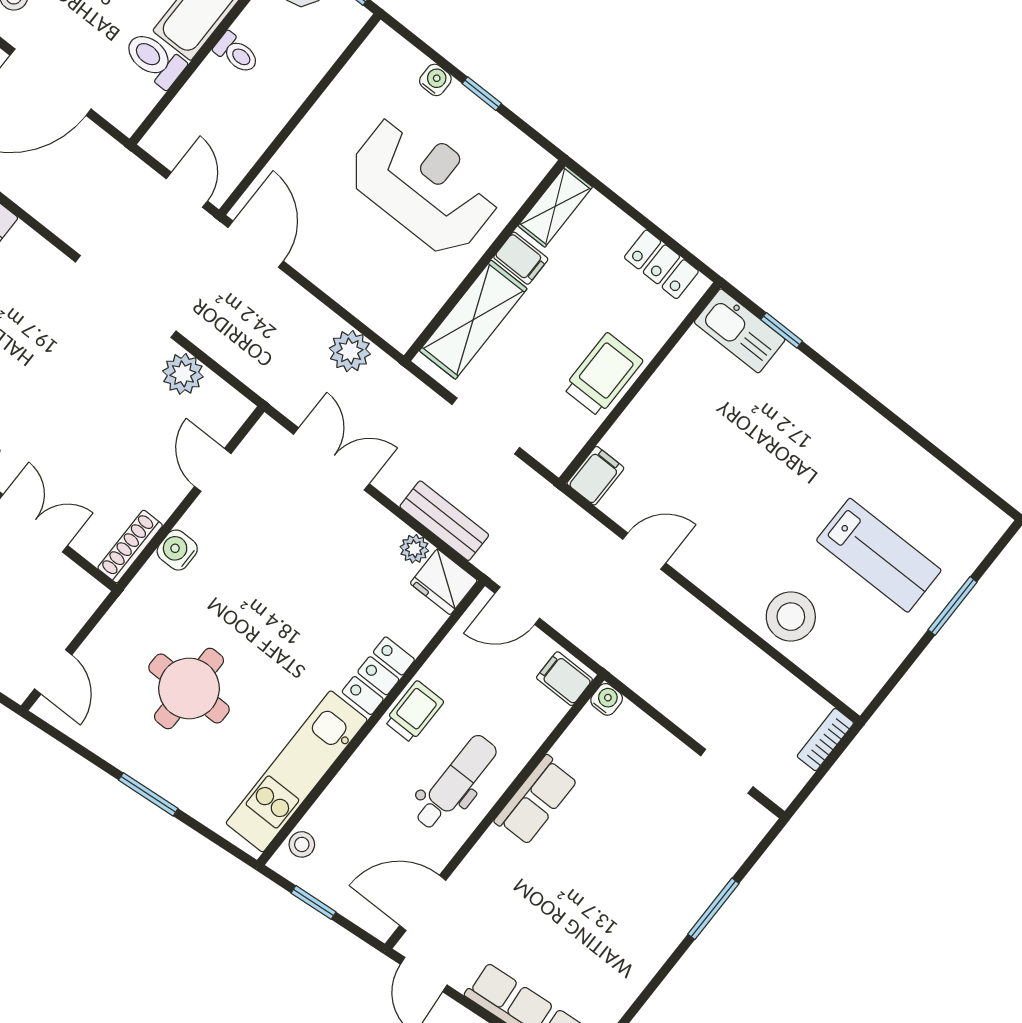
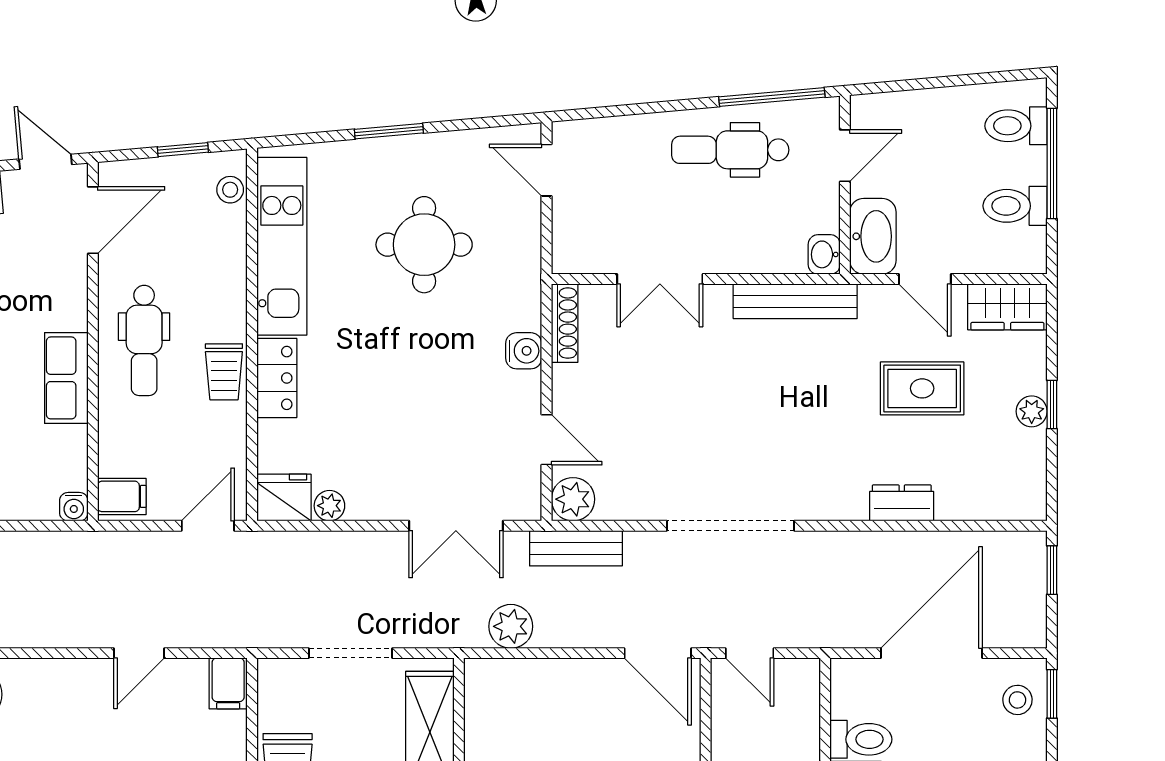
plant: (183, 374) -> (573, 499), moved
bench: (444, 521) -> (576, 548), moved

